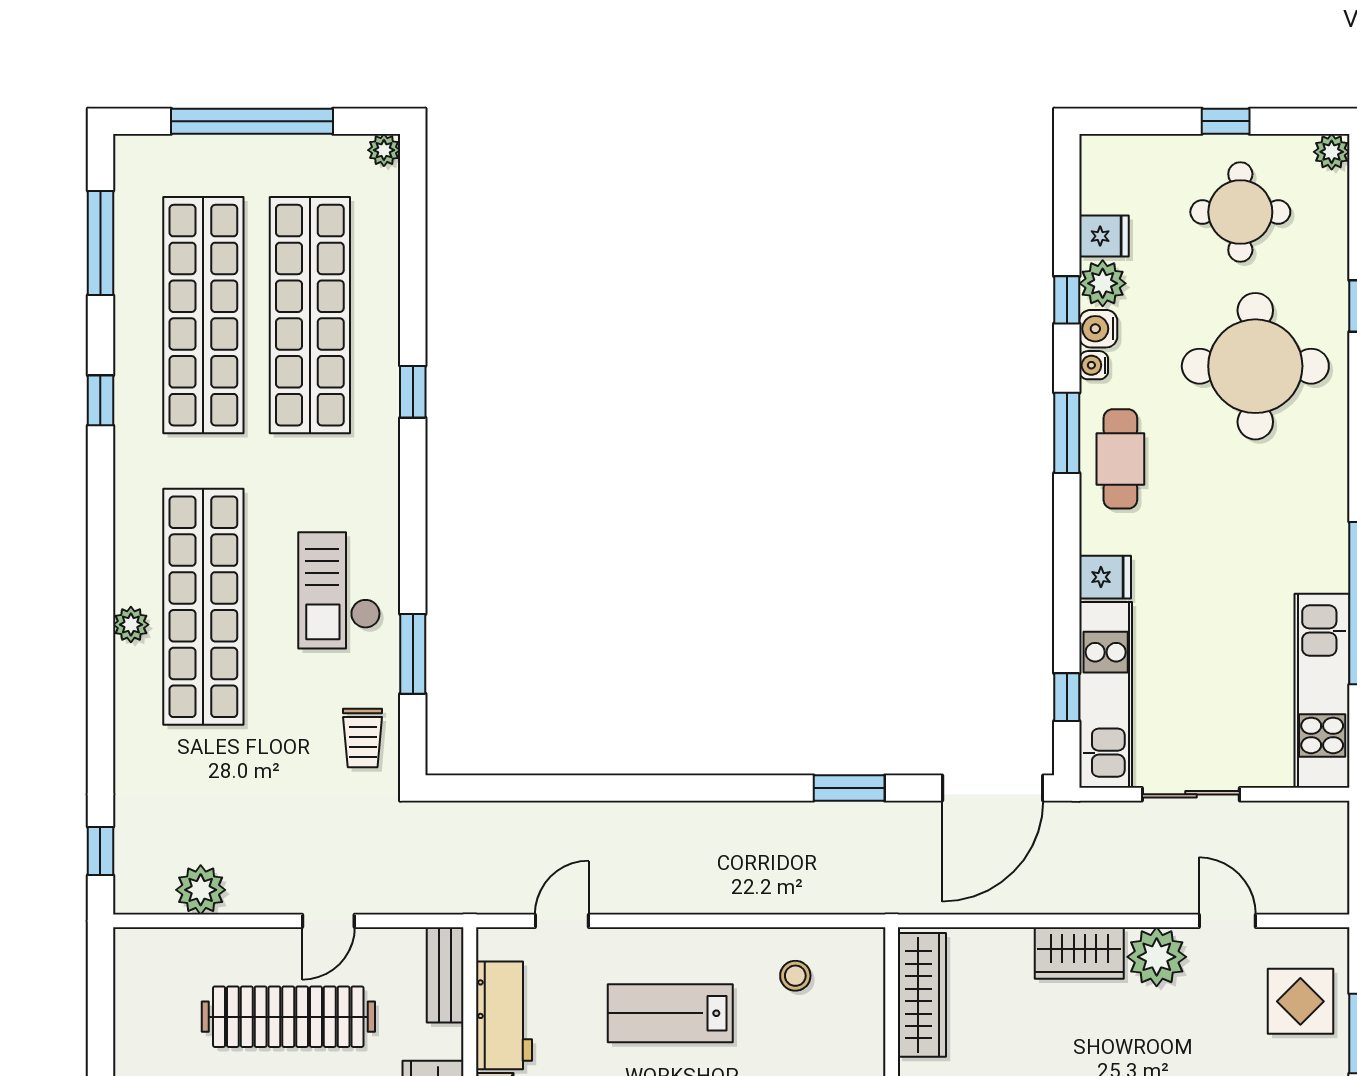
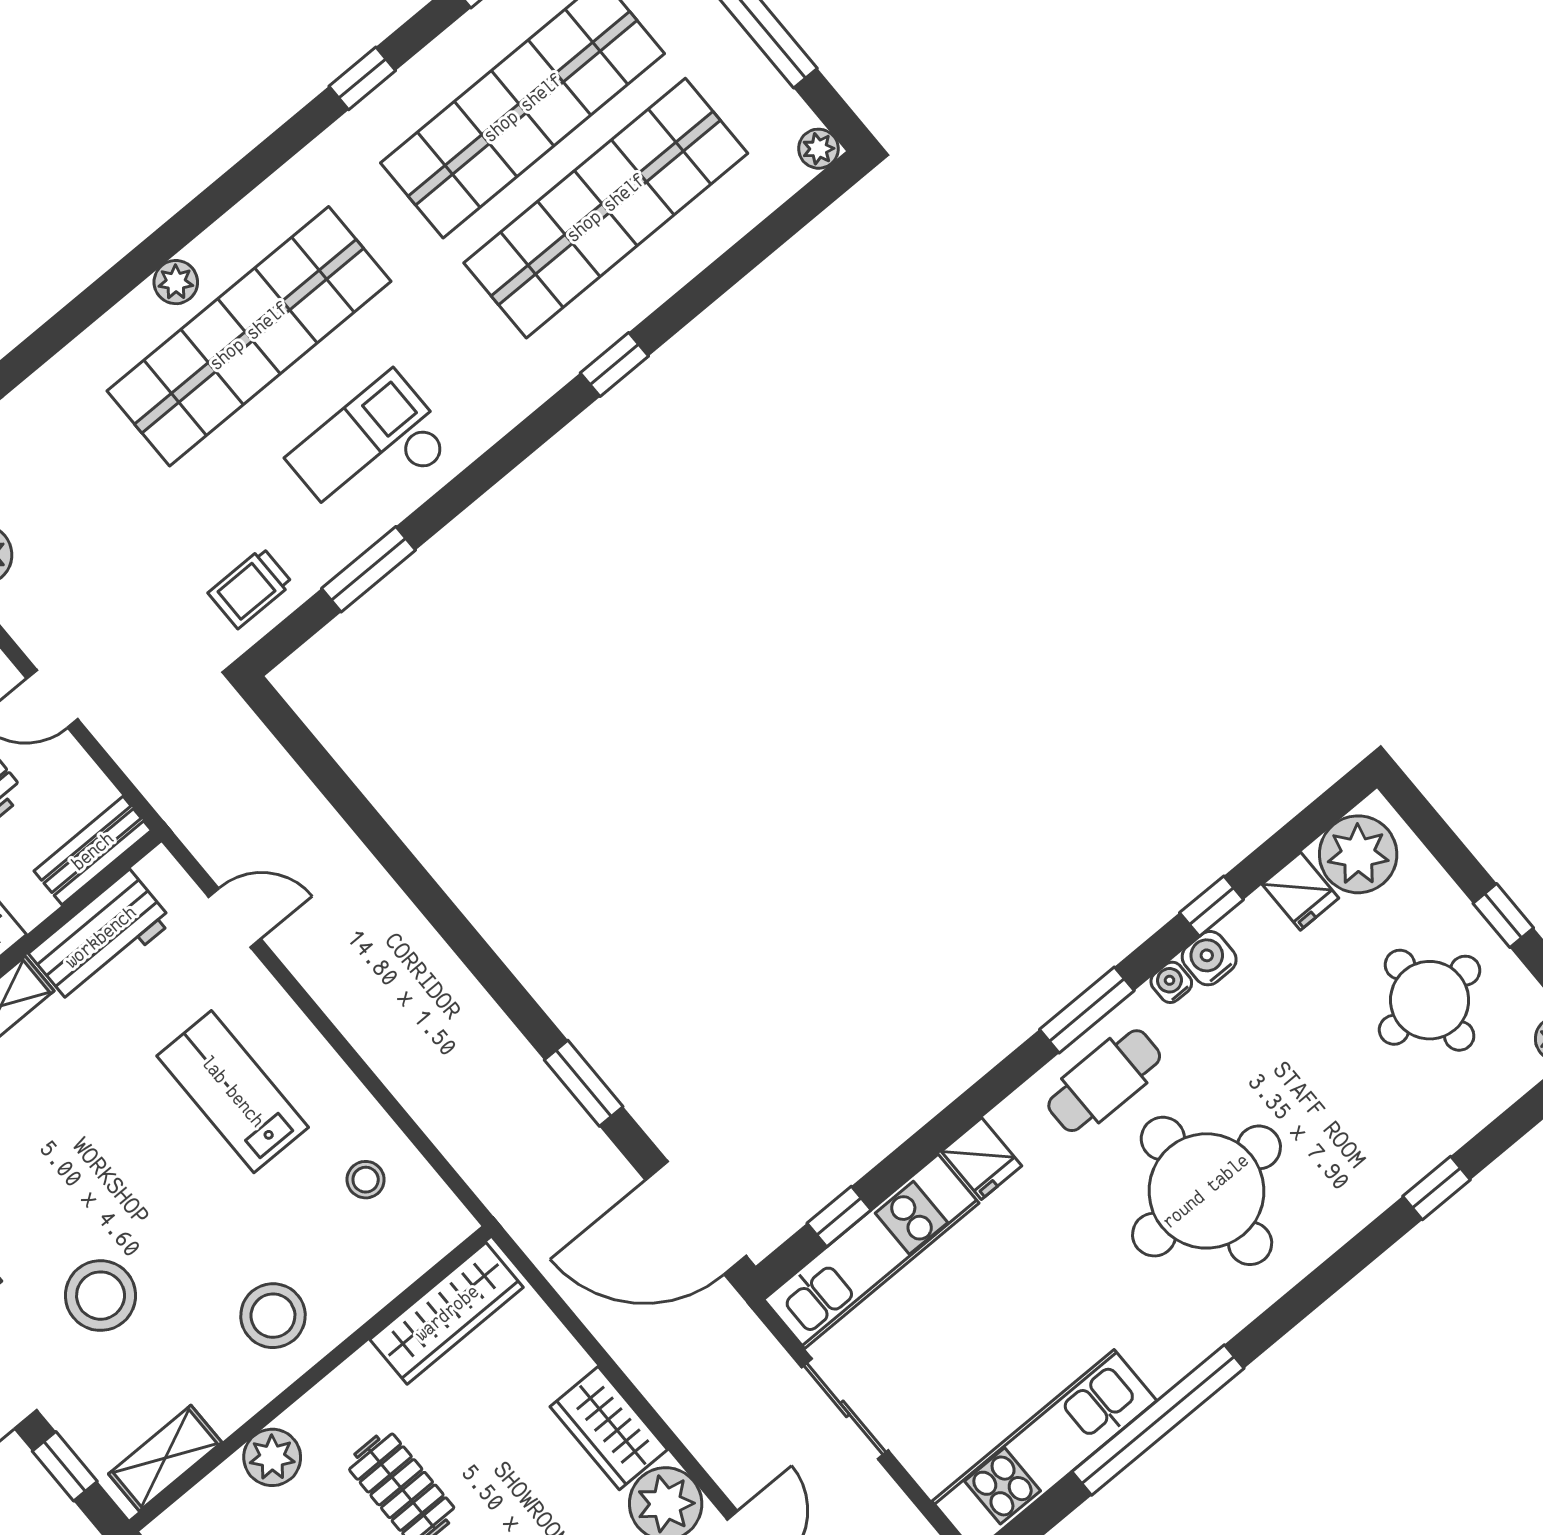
plant: (1103, 283) -> (1358, 854), moved, width x1.36, depth x1.36
round table: (1255, 366) -> (1206, 1191), moved

